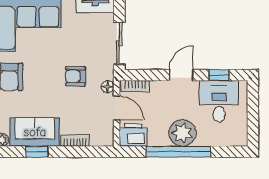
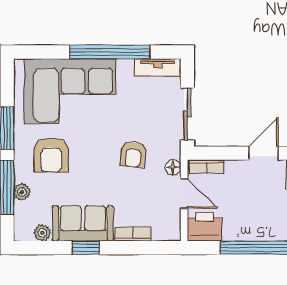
armchair: (75, 76) -> (133, 155), turned -85
plant: (182, 133) -> (265, 225), removed

